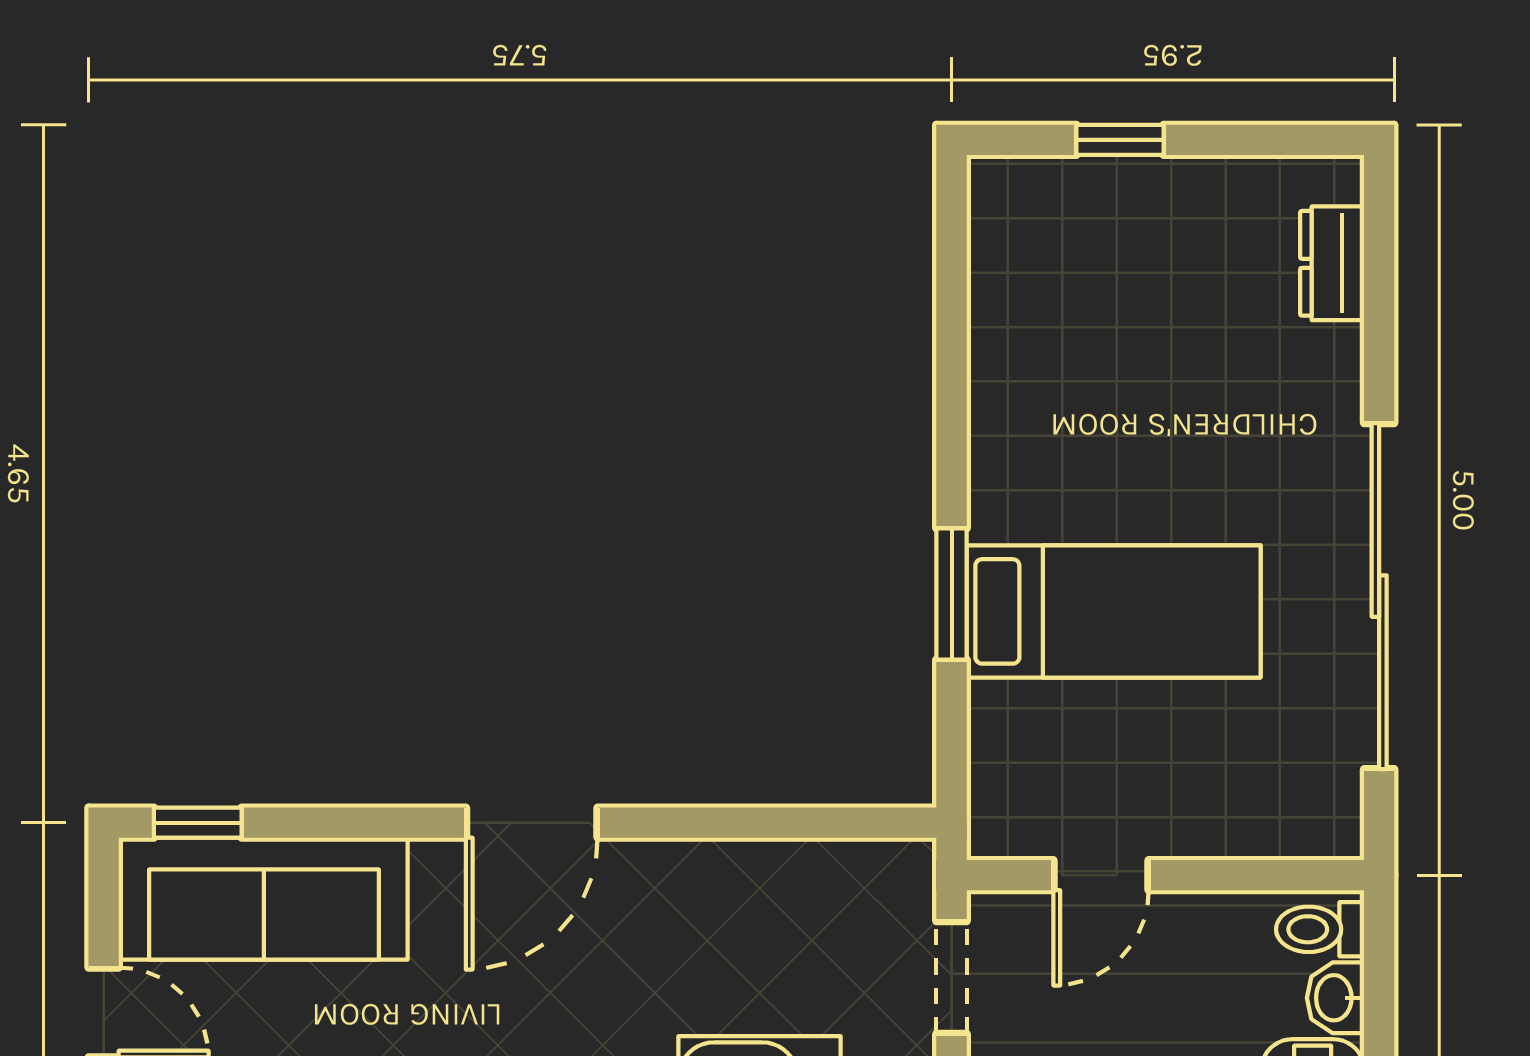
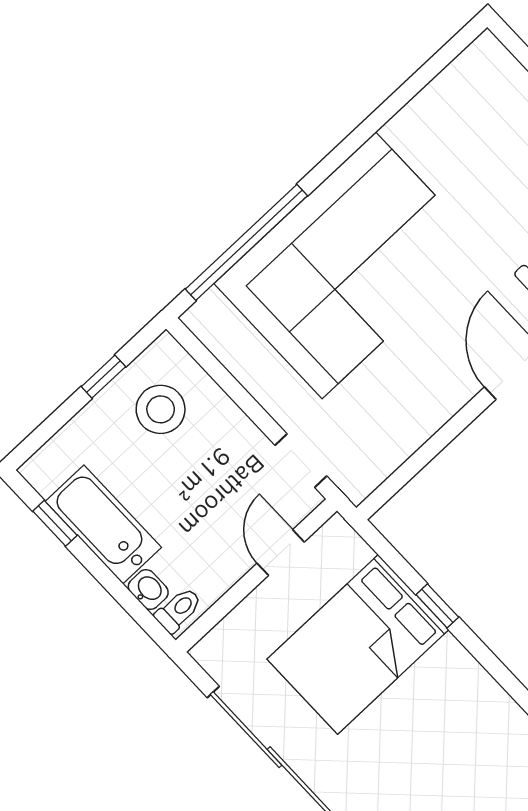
window: (952, 594) -> (437, 606), width x0.67
bed: (1114, 611) -> (358, 644), width x1.50

